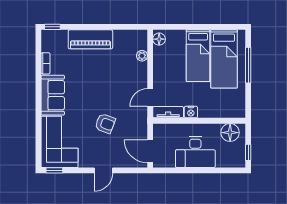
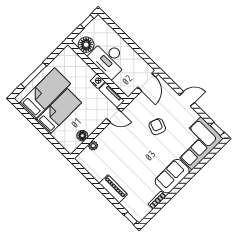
piano: (90, 39) -> (113, 189), width x0.73, depth x0.75
floor lamp: (159, 39) -> (82, 136), moved
desk: (195, 152) -> (108, 59), moved, turned 180

